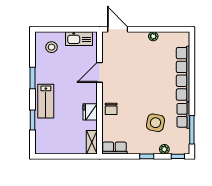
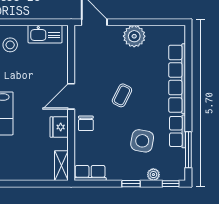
plant: (153, 36) -> (134, 36), width x1.87, depth x1.87
door: (99, 72) -> (71, 96), moved
coffee table: (140, 87) -> (122, 95), added

